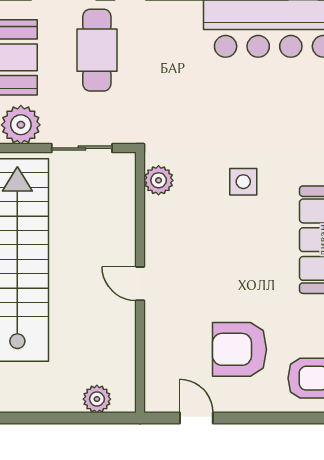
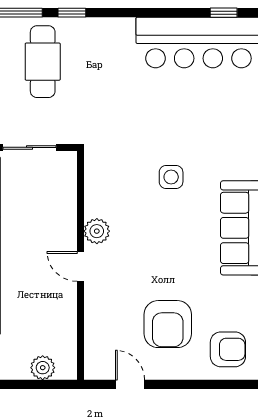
plant: (159, 180) -> (97, 231), moved
armchair: (239, 349) -> (168, 324), turned -90

